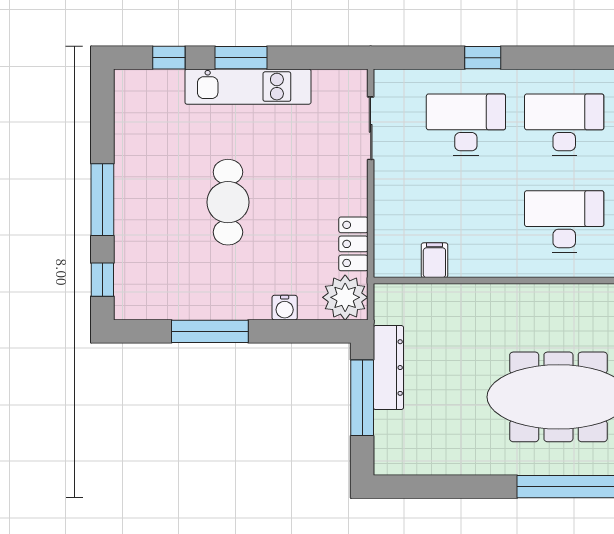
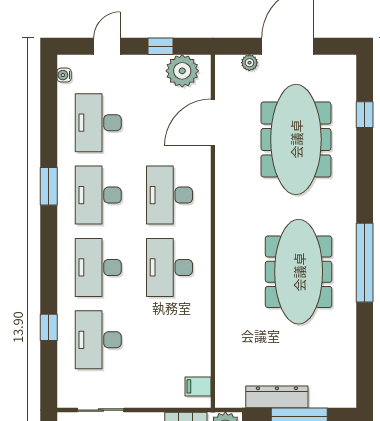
filing cabinet: (434, 260) -> (198, 386), moved

